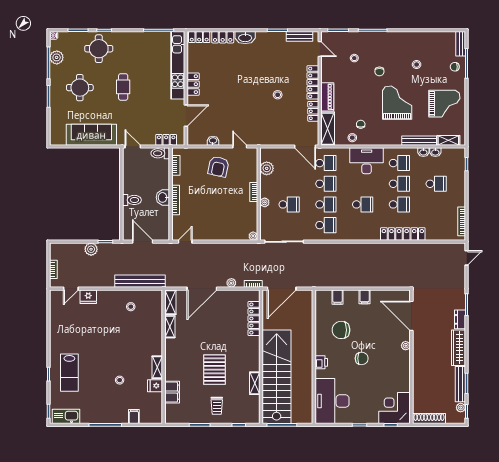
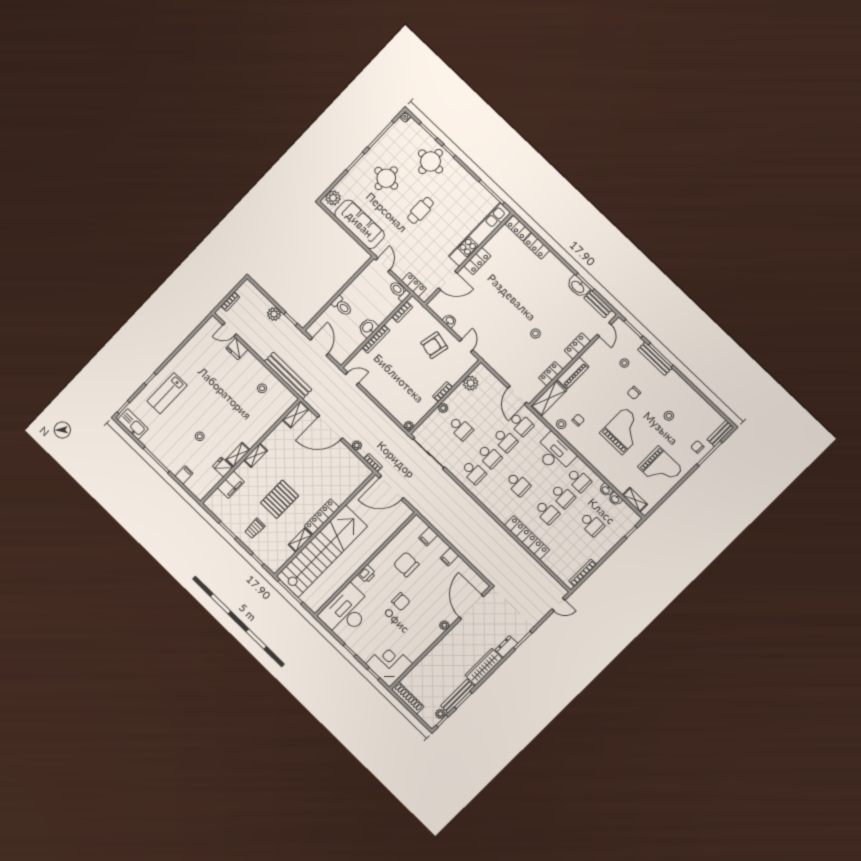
washbasin: (245, 38) -> (578, 287), moved
plant: (57, 57) -> (333, 198), moved
locker: (313, 82) -> (577, 346), width x0.66
bench: (419, 141) -> (655, 359), moved
locker: (254, 319) -> (322, 517), moved
shelving: (170, 327) -> (256, 455), moved

